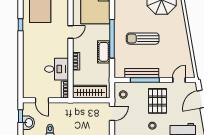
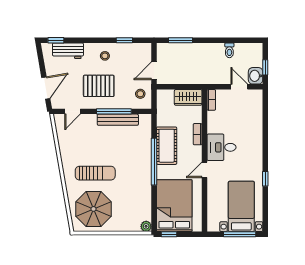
sun lounger: (143, 39) -> (95, 173), moved
cot: (104, 52) -> (167, 146), width x1.37, depth x1.34
desk: (57, 69) -> (221, 147), moved
wardrobe: (90, 92) -> (188, 97), width x0.67
pallet: (157, 101) -> (99, 86), turned 90
washbasin: (28, 123) -> (256, 76), moved

